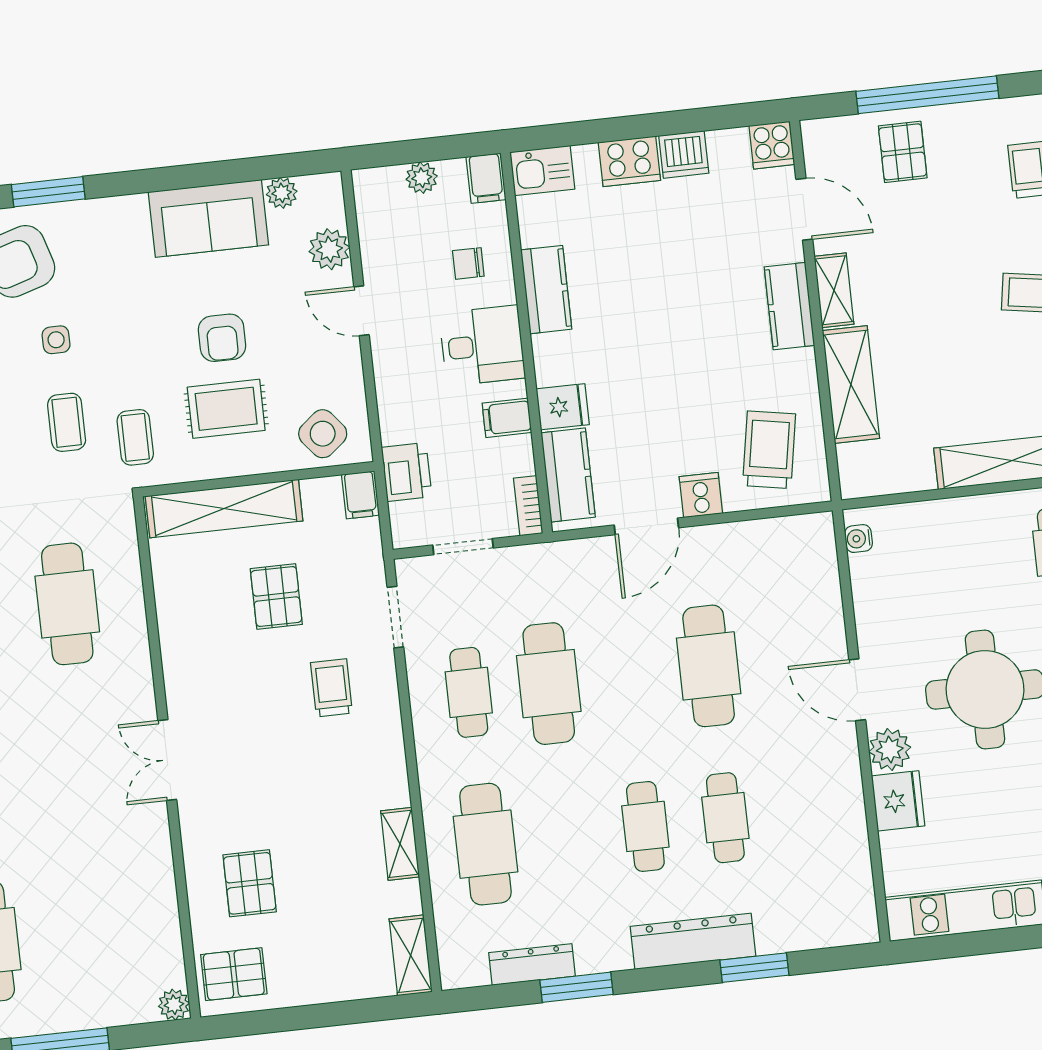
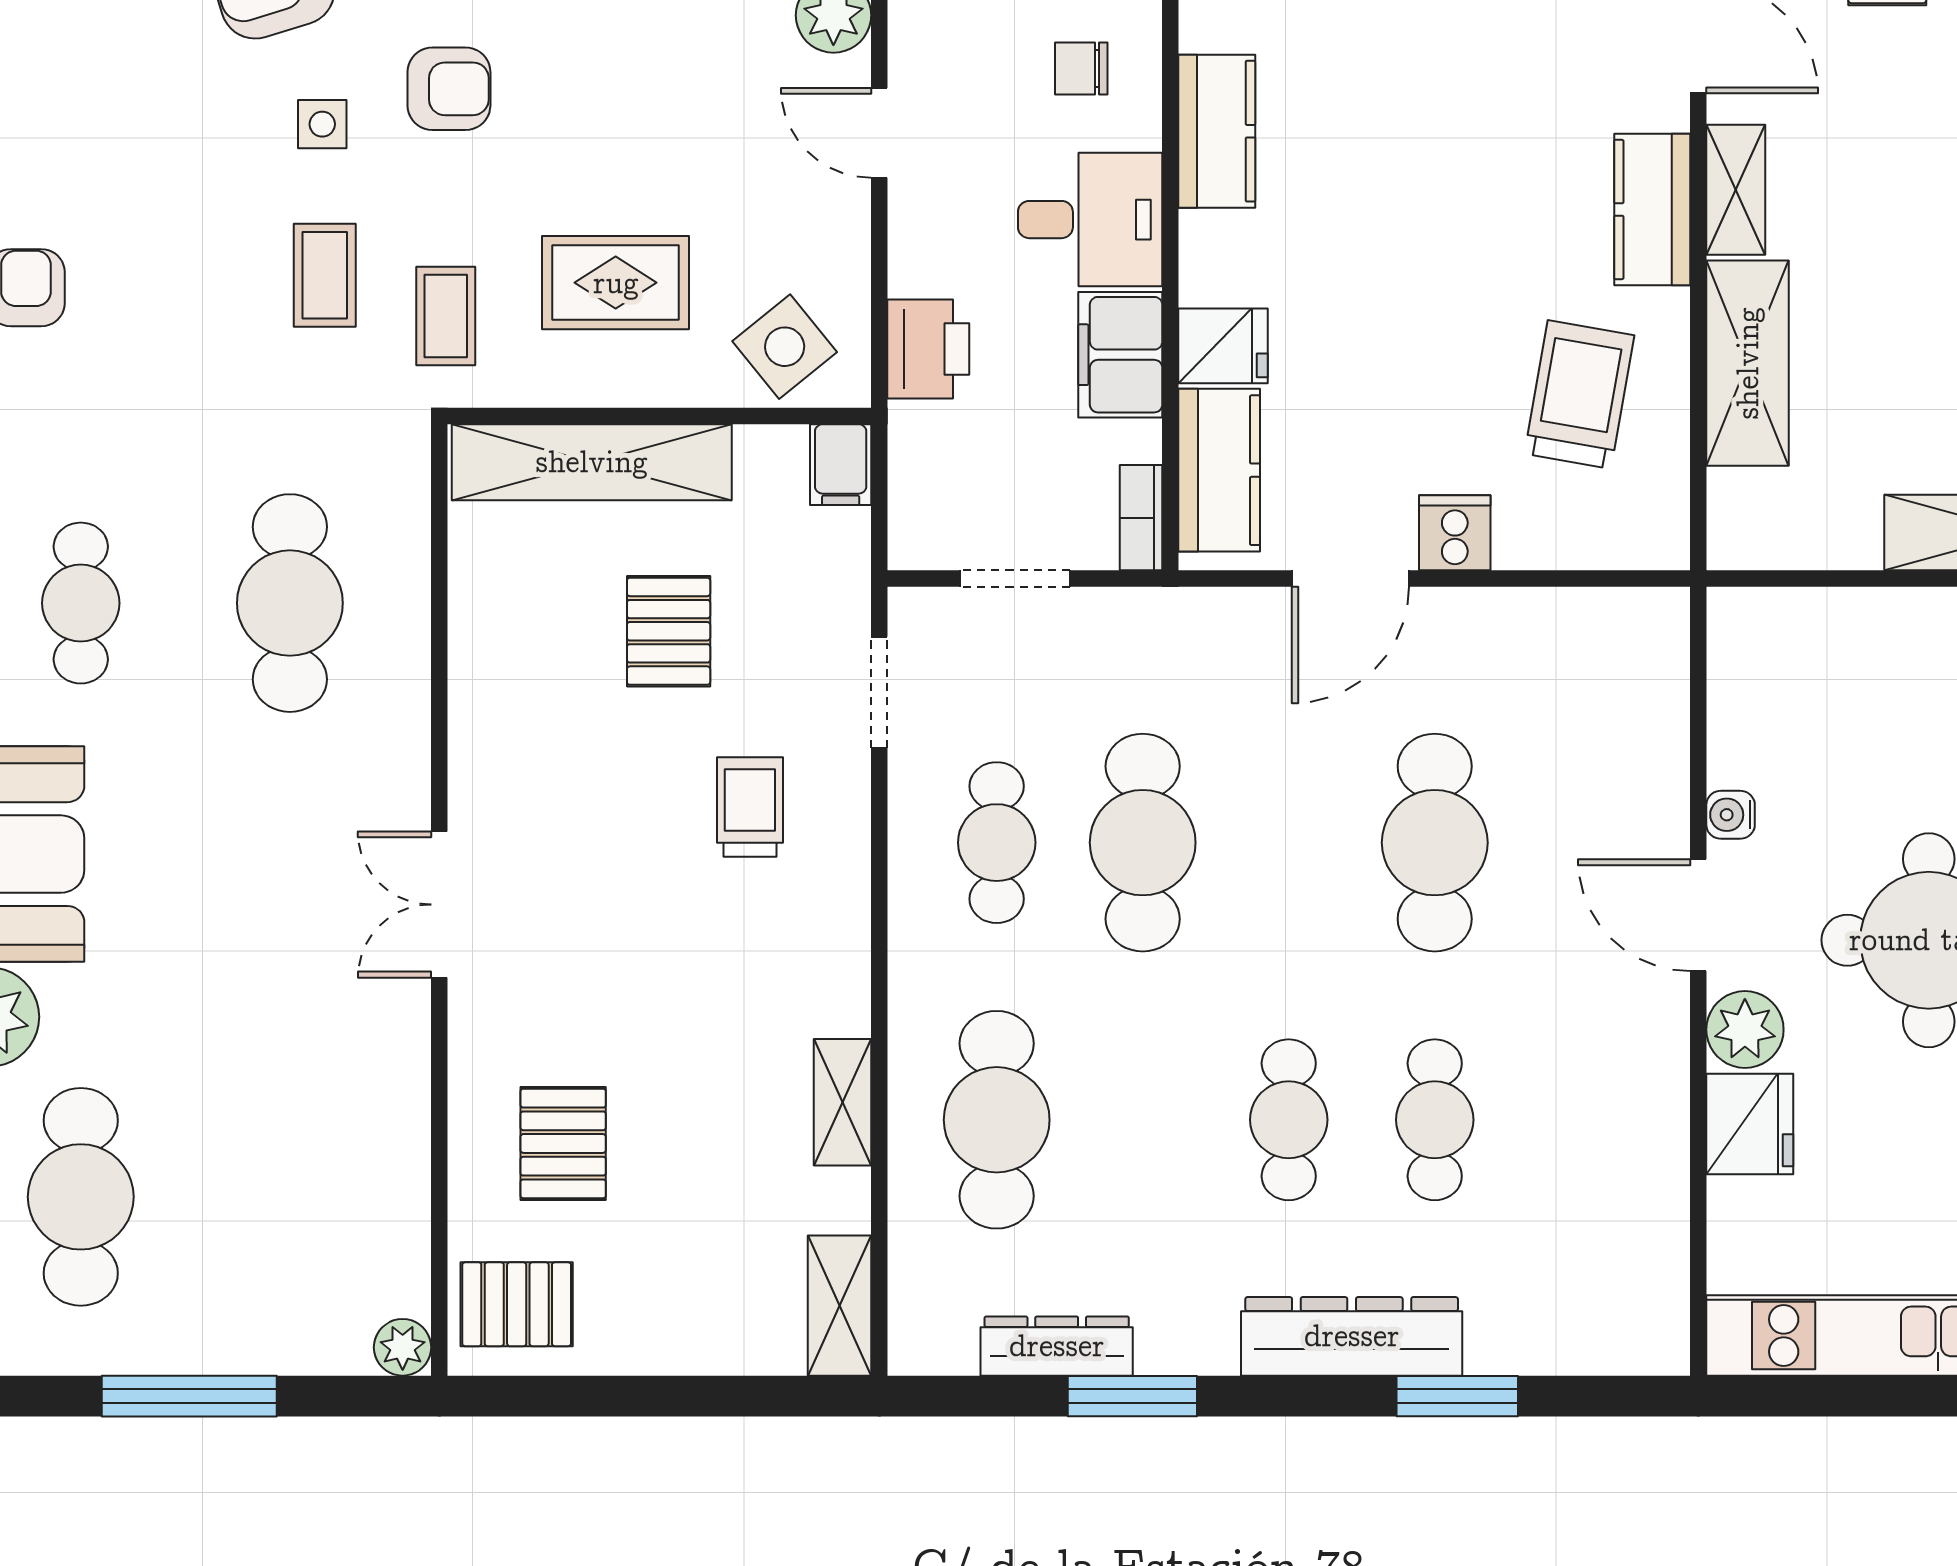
armchair: (222, 338) -> (449, 89), moved, turned -90
filing cabinet: (507, 418) -> (1120, 355), width x2.00
trolley: (769, 450) -> (1579, 395), moved
printer: (407, 472) -> (928, 349), moved
water cooler: (858, 539) -> (1731, 815), moved

